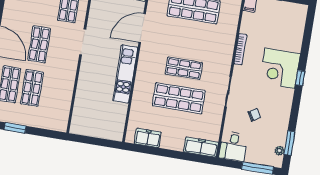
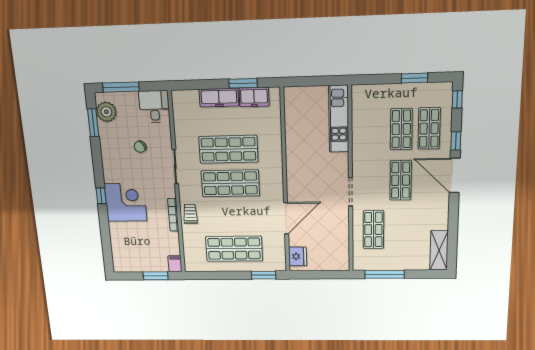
trolley: (225, 47) -> (190, 214), added
shop shelf: (184, 68) -> (230, 183), width x1.43, depth x1.36
kitchen unit: (125, 74) -> (339, 119), moved, turned 180
freezer: (201, 147) -> (219, 98), moved
window: (154, 151) -> (243, 83), added
plant: (280, 151) -> (106, 112), width x1.88, depth x1.88

